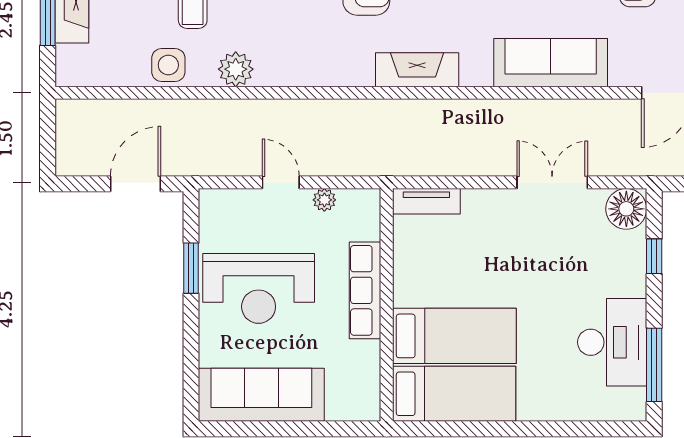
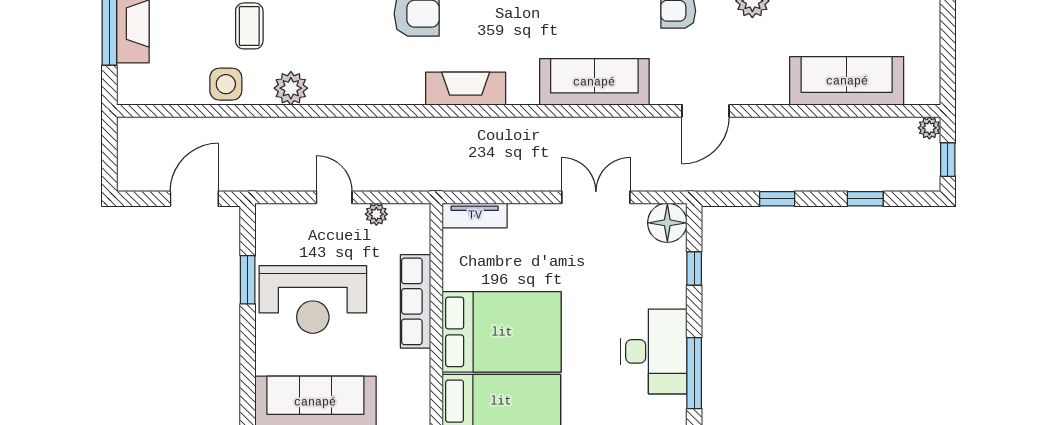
bed: (454, 336) -> (502, 332), width x1.50

